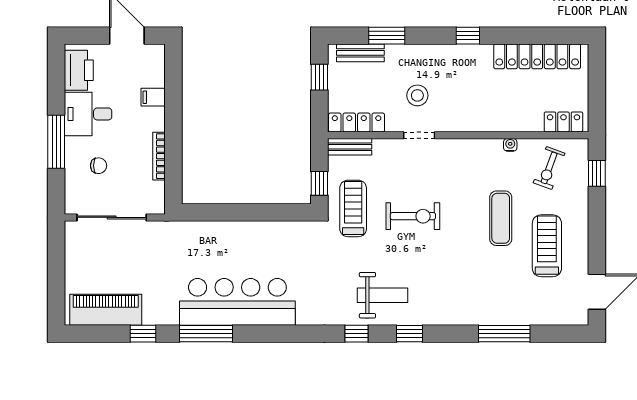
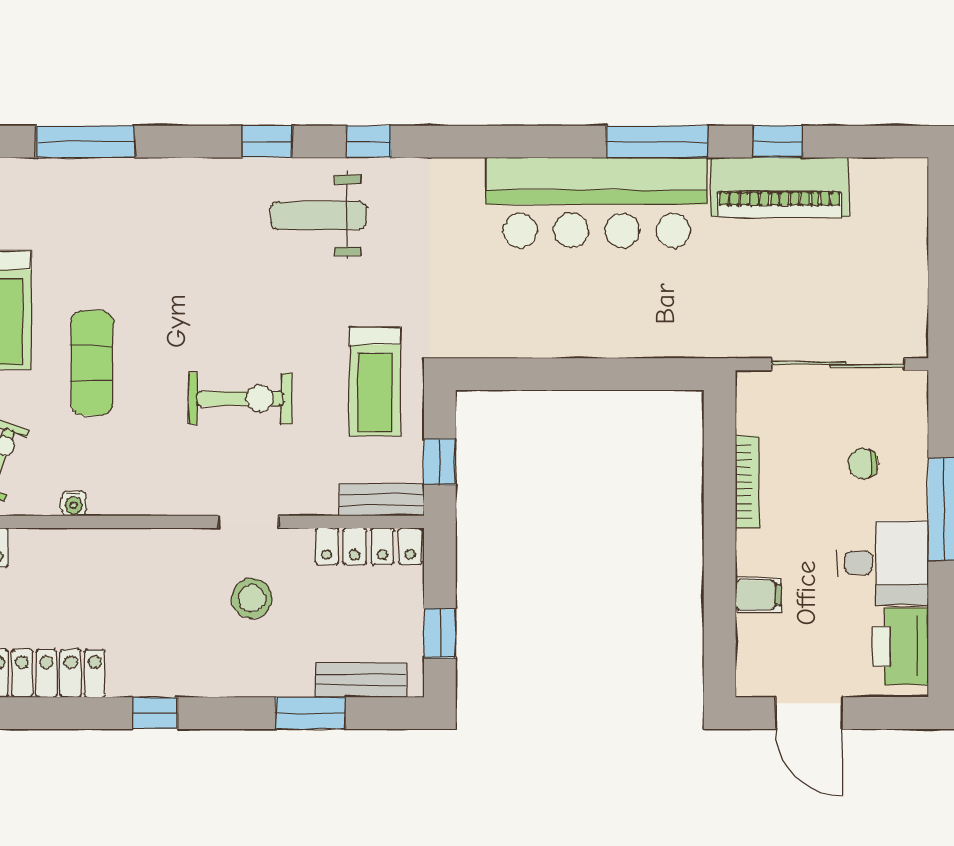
window: (319, 183) -> (440, 462), moved
exercise bike: (413, 216) -> (240, 399), moved, turned 180
piano: (106, 310) -> (780, 187), moved

